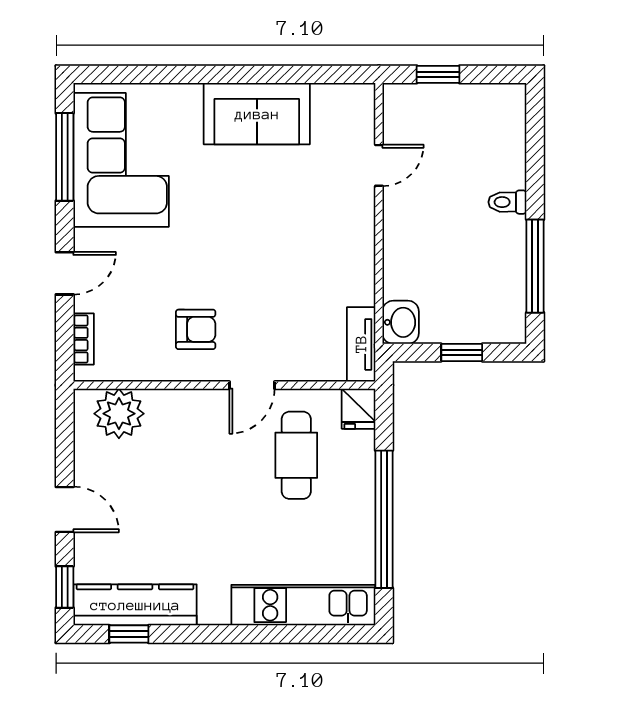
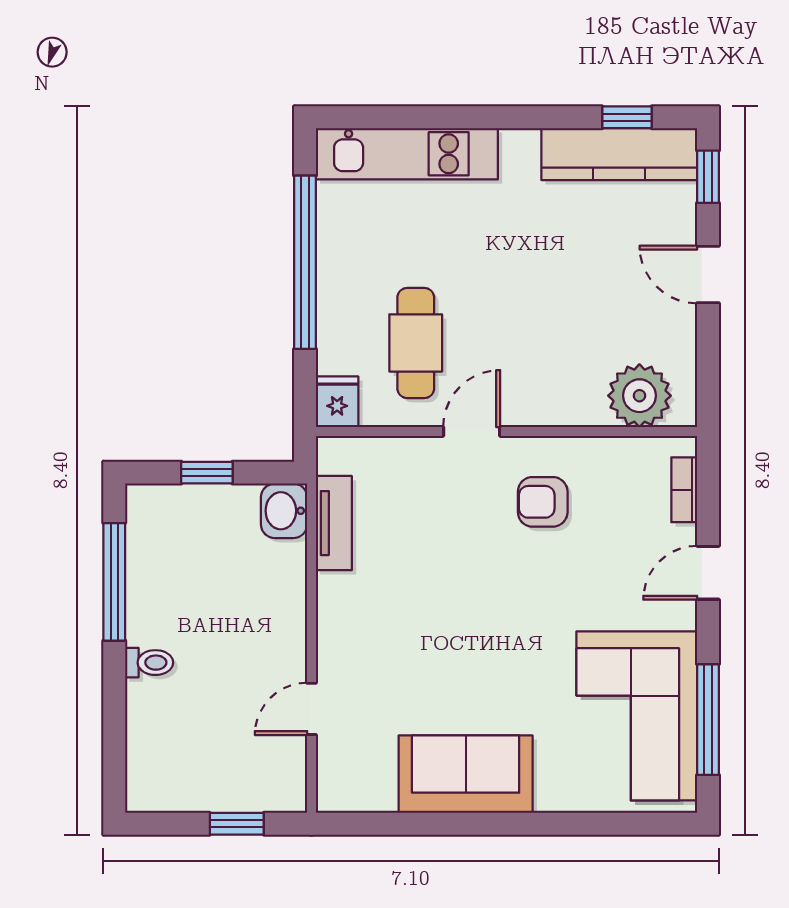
tv unit: (361, 344) -> (334, 523), moved

